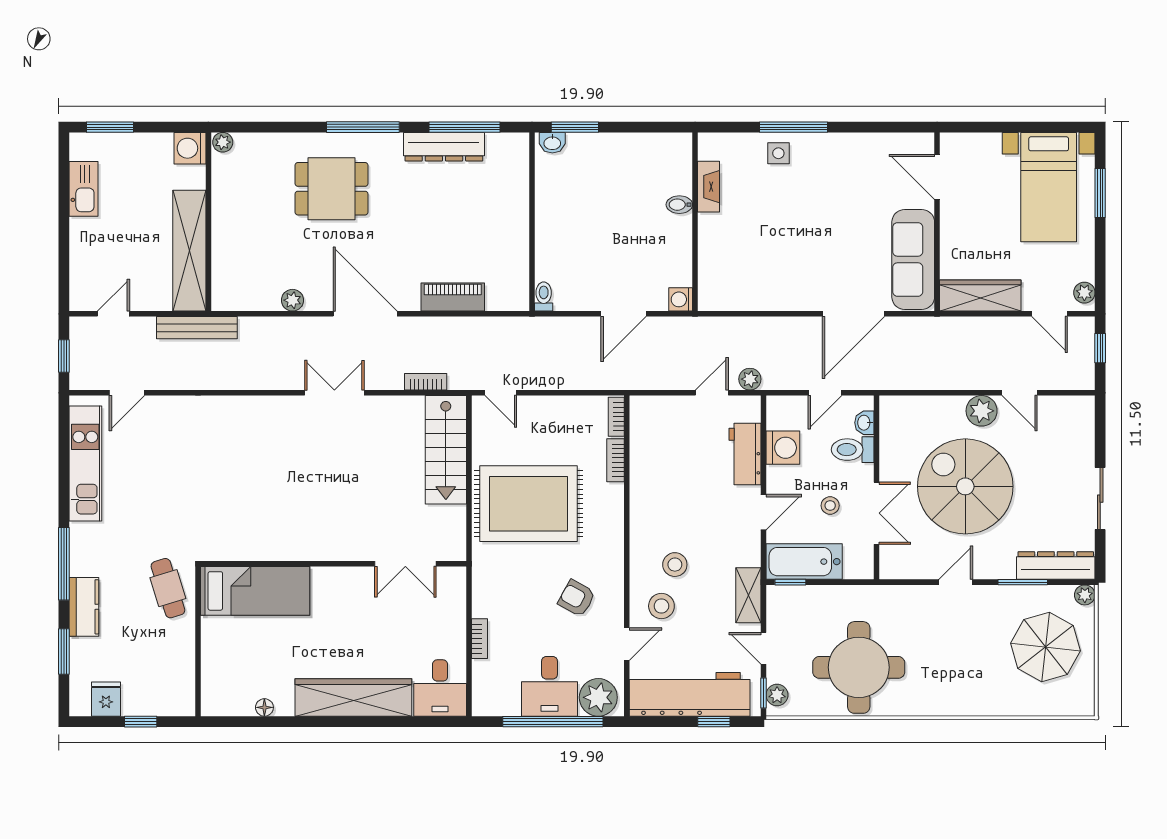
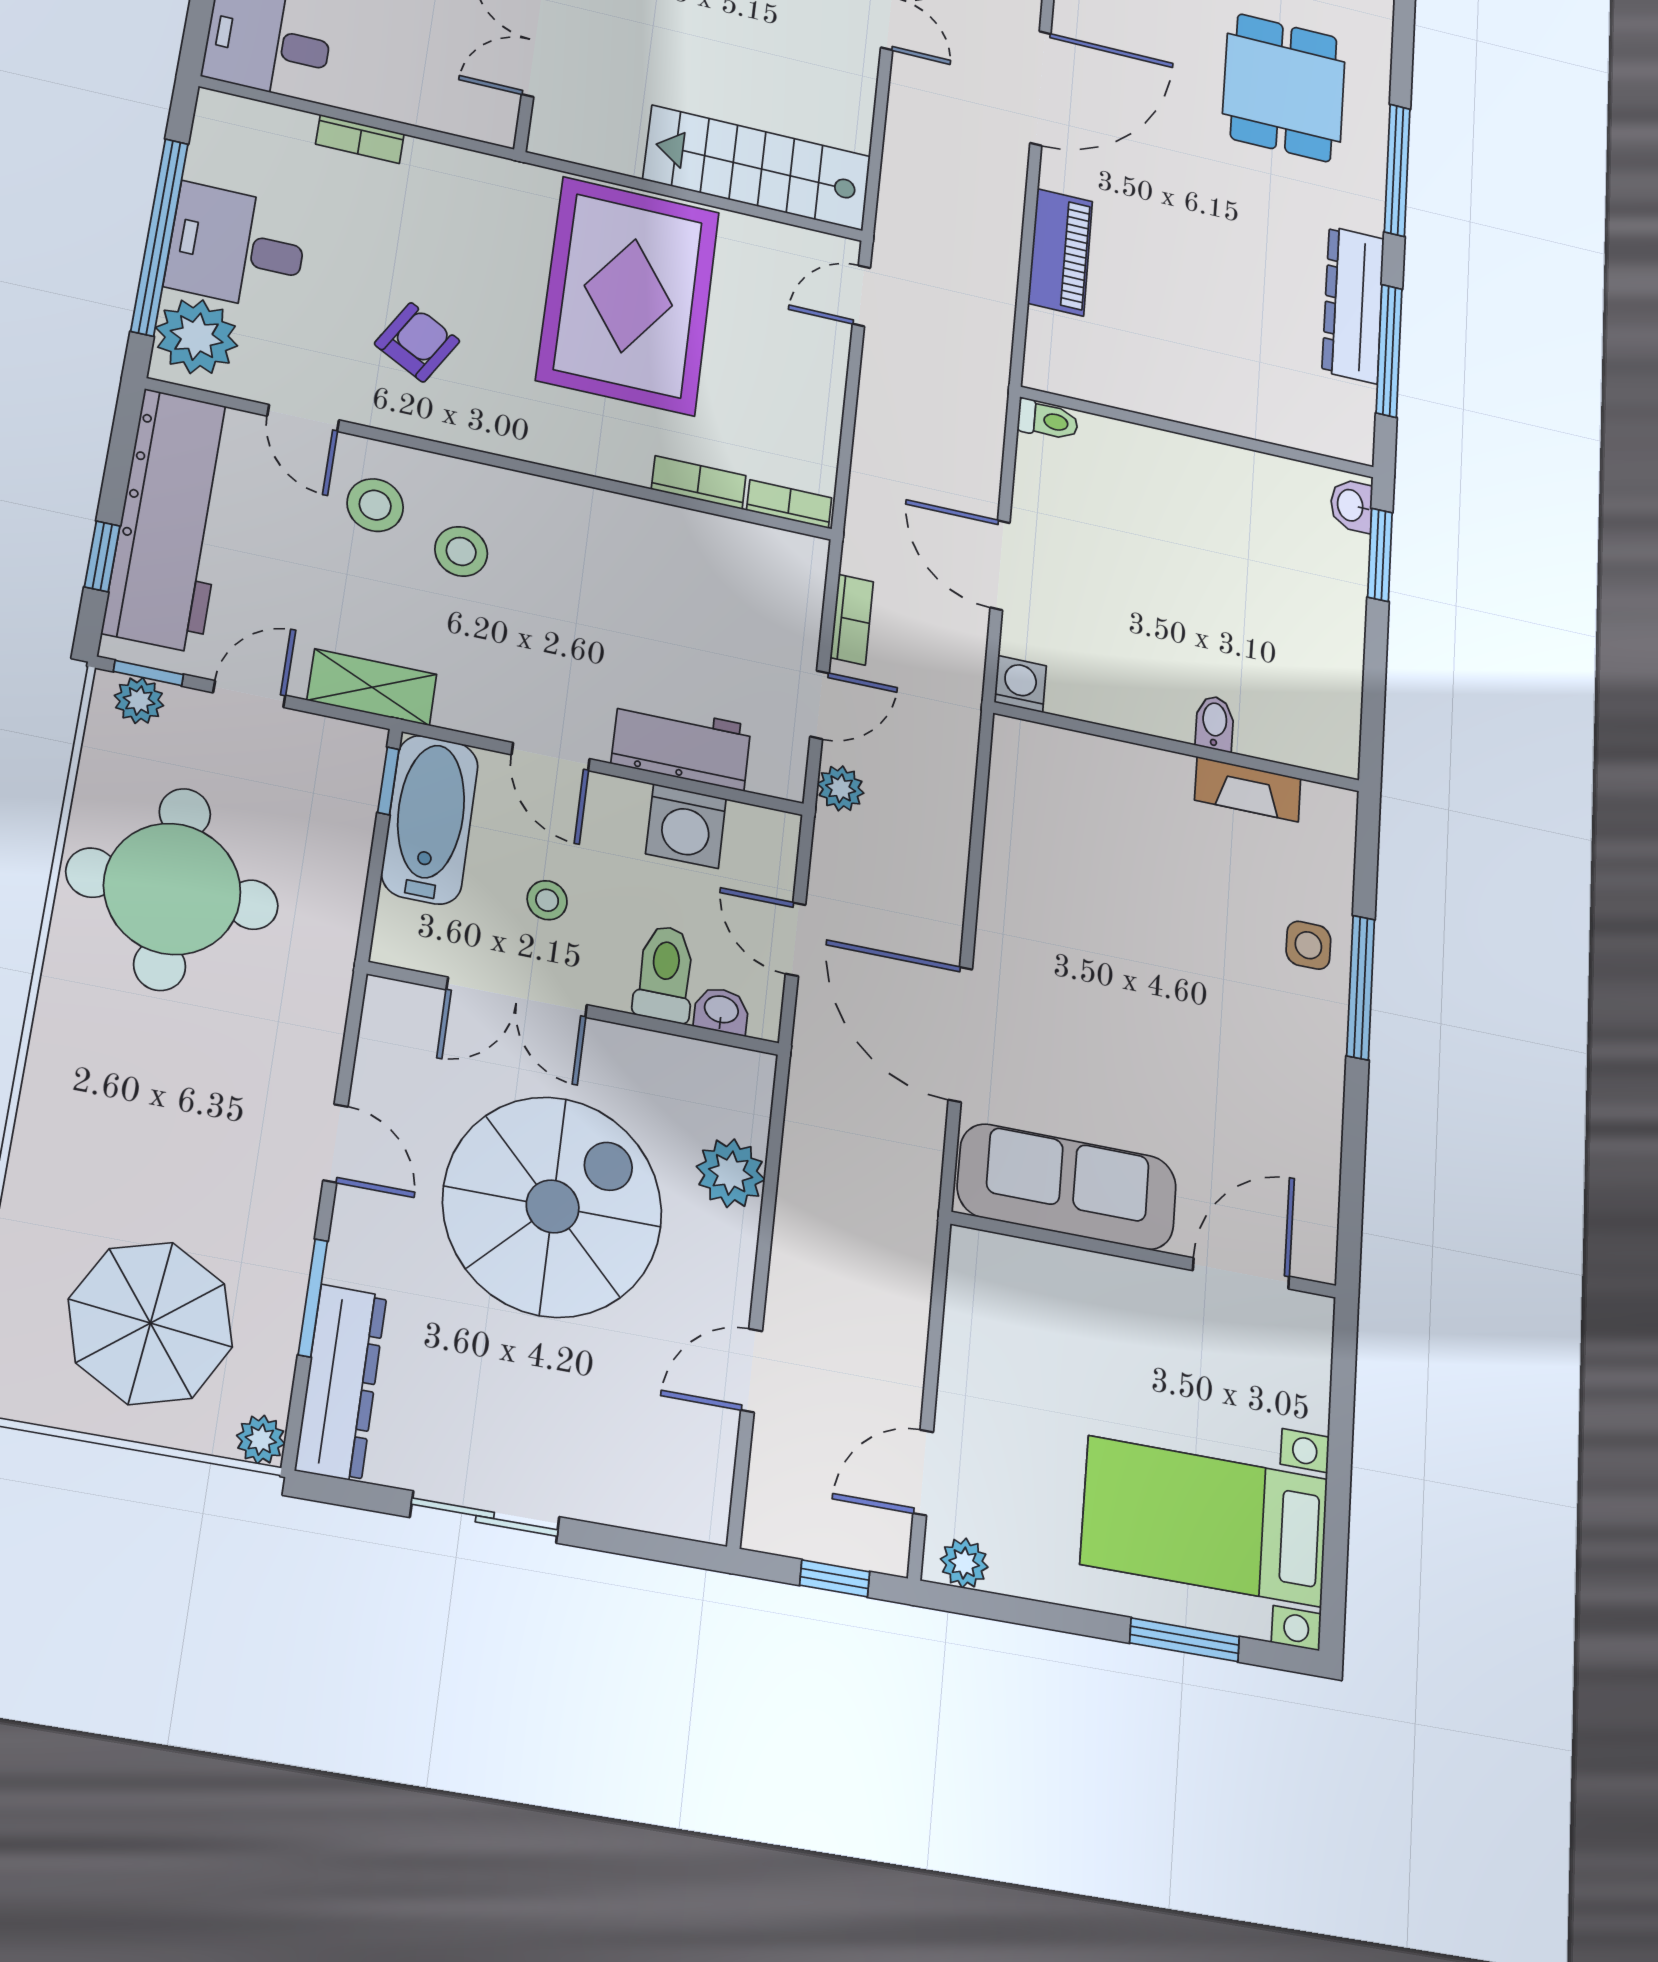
wardrobe: (980, 295) -> (977, 1321), removed
bookcase: (426, 382) -> (852, 620), moved
door: (712, 393) -> (820, 705), hinge flipped
plant: (982, 411) -> (731, 1173), moved

